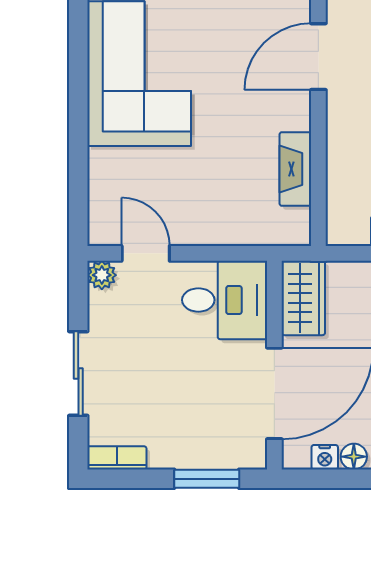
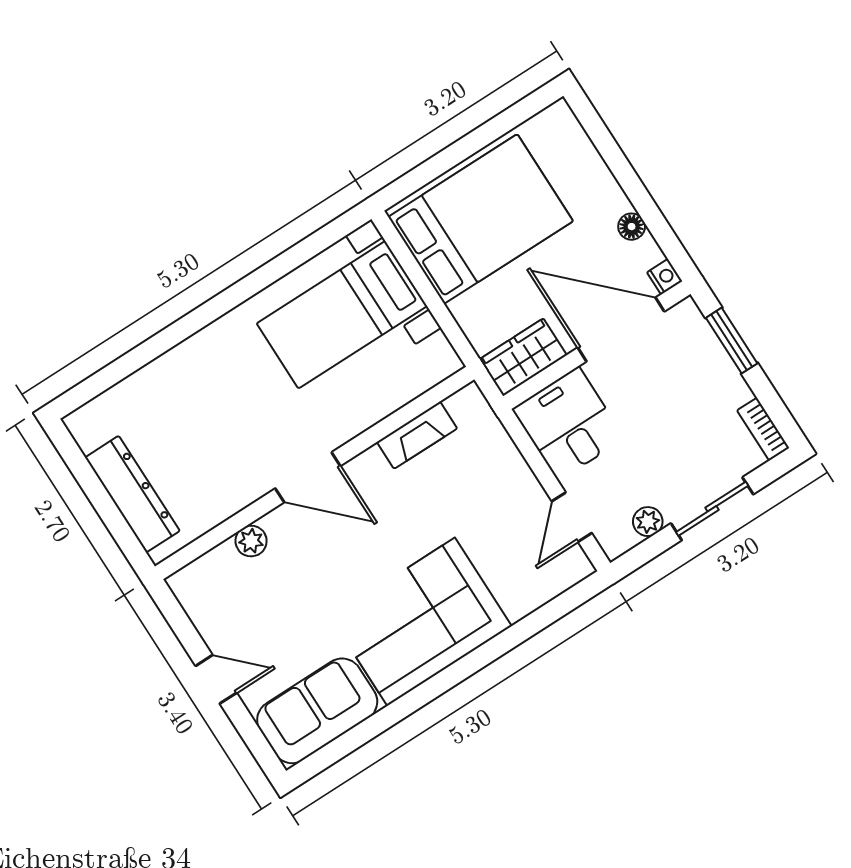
plant: (102, 275) -> (648, 522), moved
nightstand: (325, 457) -> (665, 277), moved

